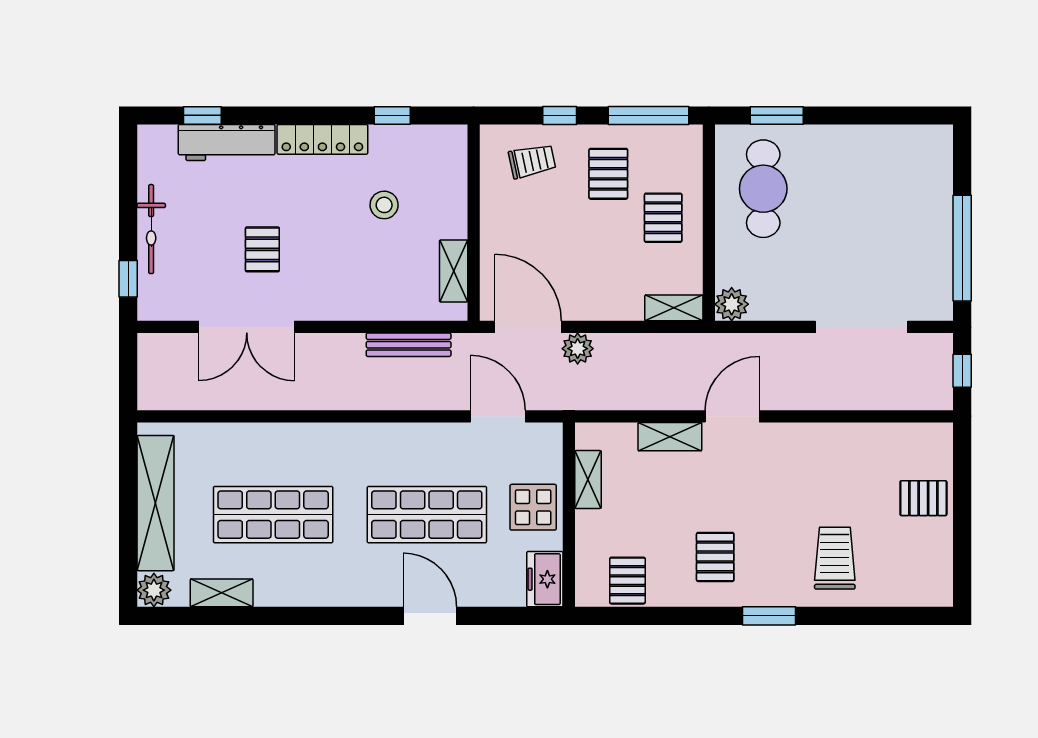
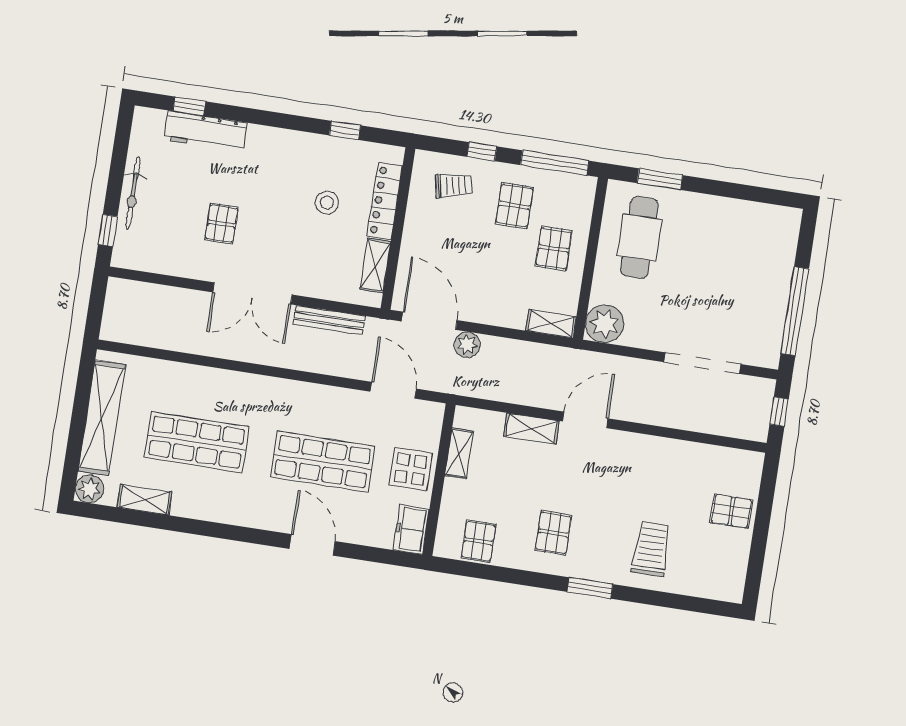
locker: (322, 139) -> (385, 201), moved, turned 90
plant: (732, 304) -> (605, 324), width x1.36, depth x1.36
double door: (247, 327) -> (252, 293), moved

